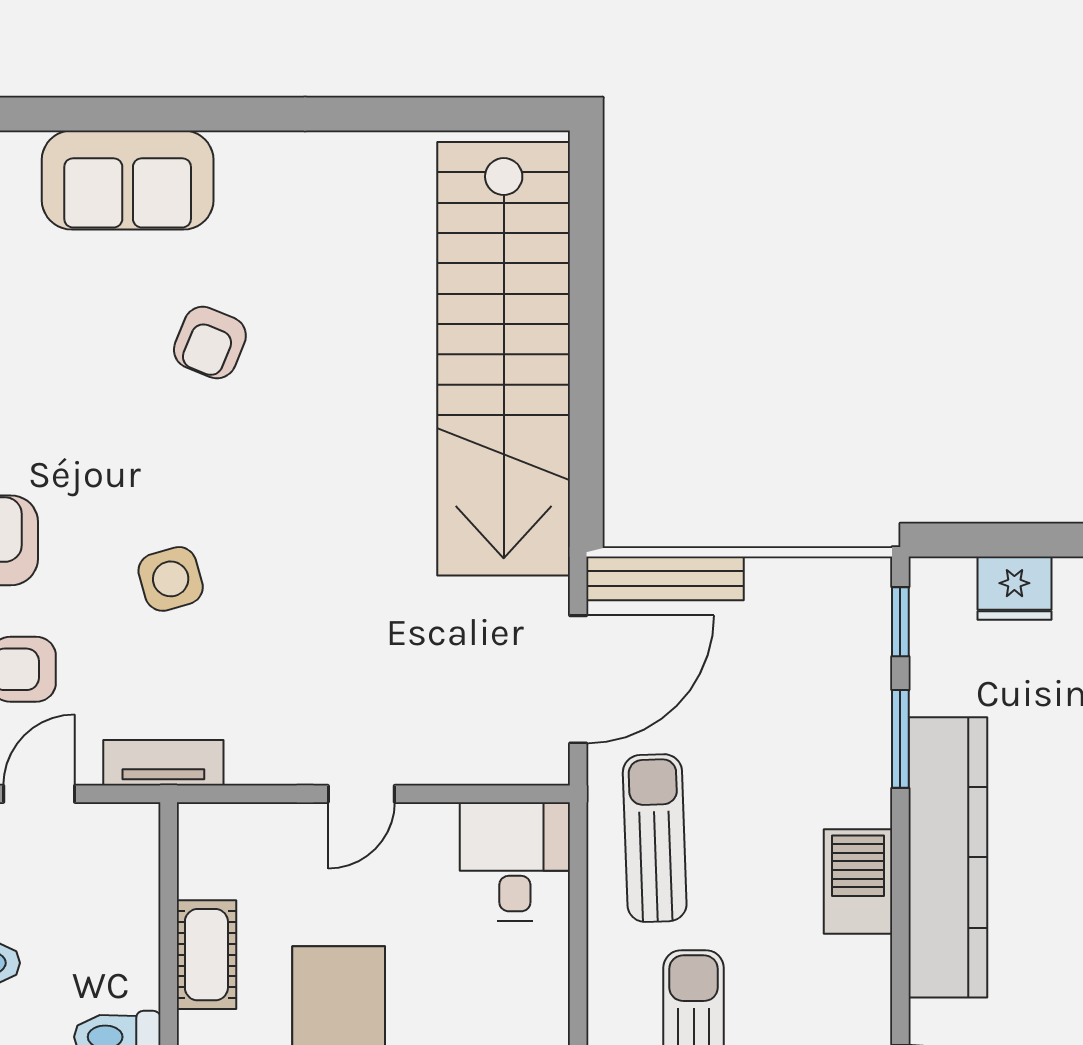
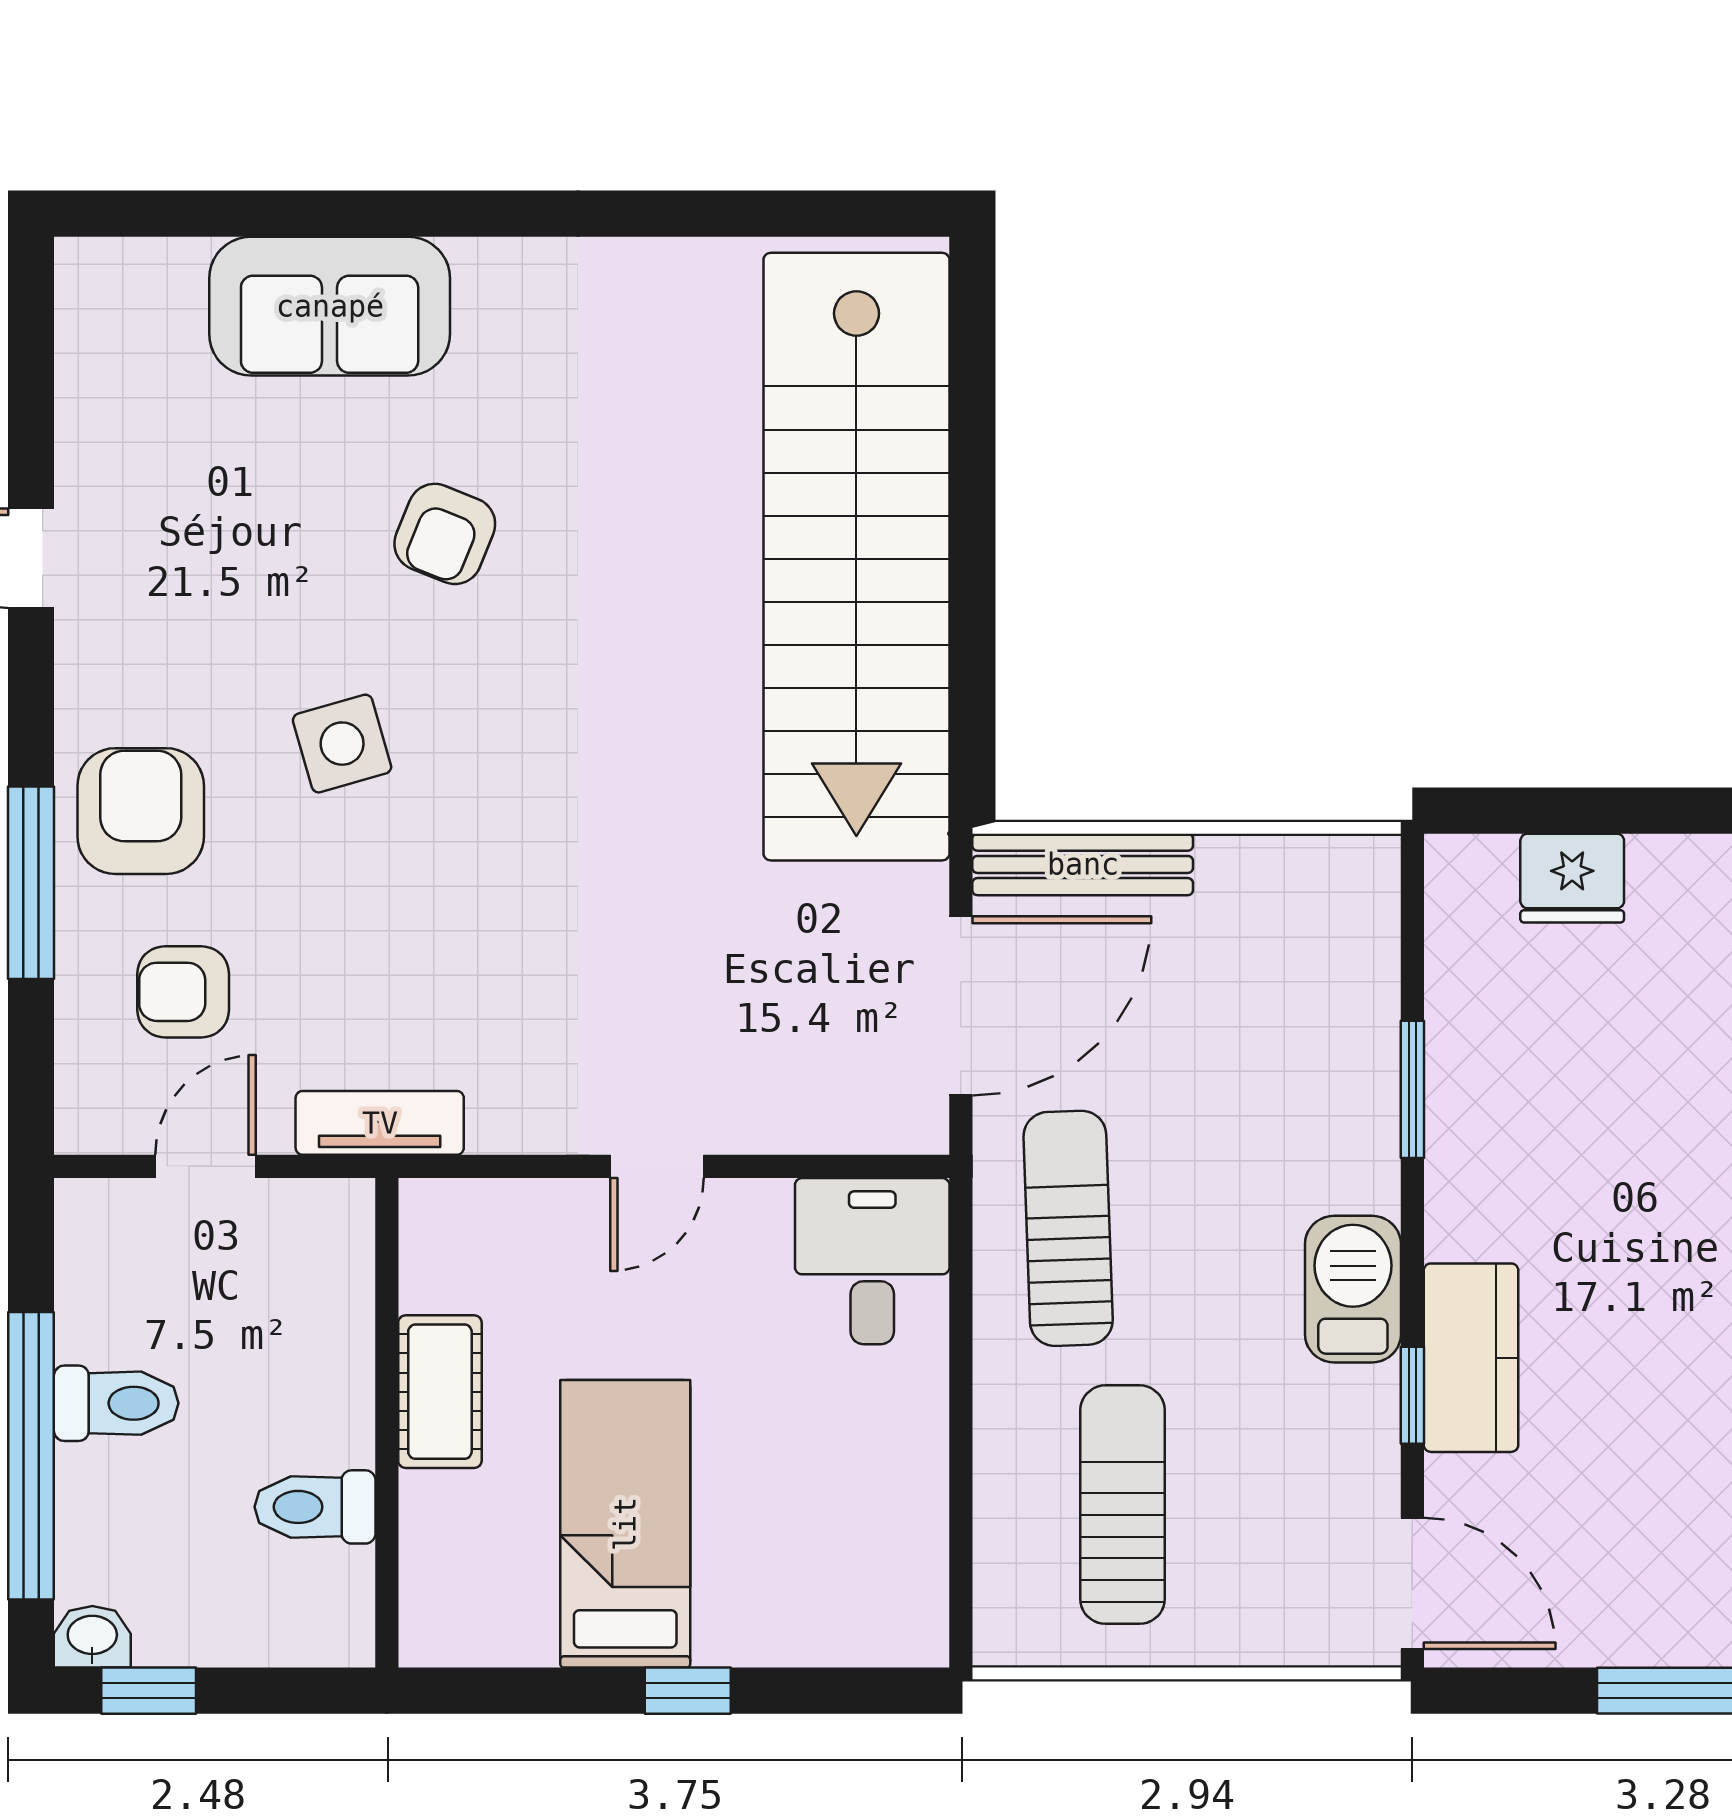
side table: (171, 579) -> (342, 744), moved
window: (900, 622) -> (1412, 1395), moved
kitchen counter: (948, 857) -> (1471, 1358), width x0.48, depth x0.86

